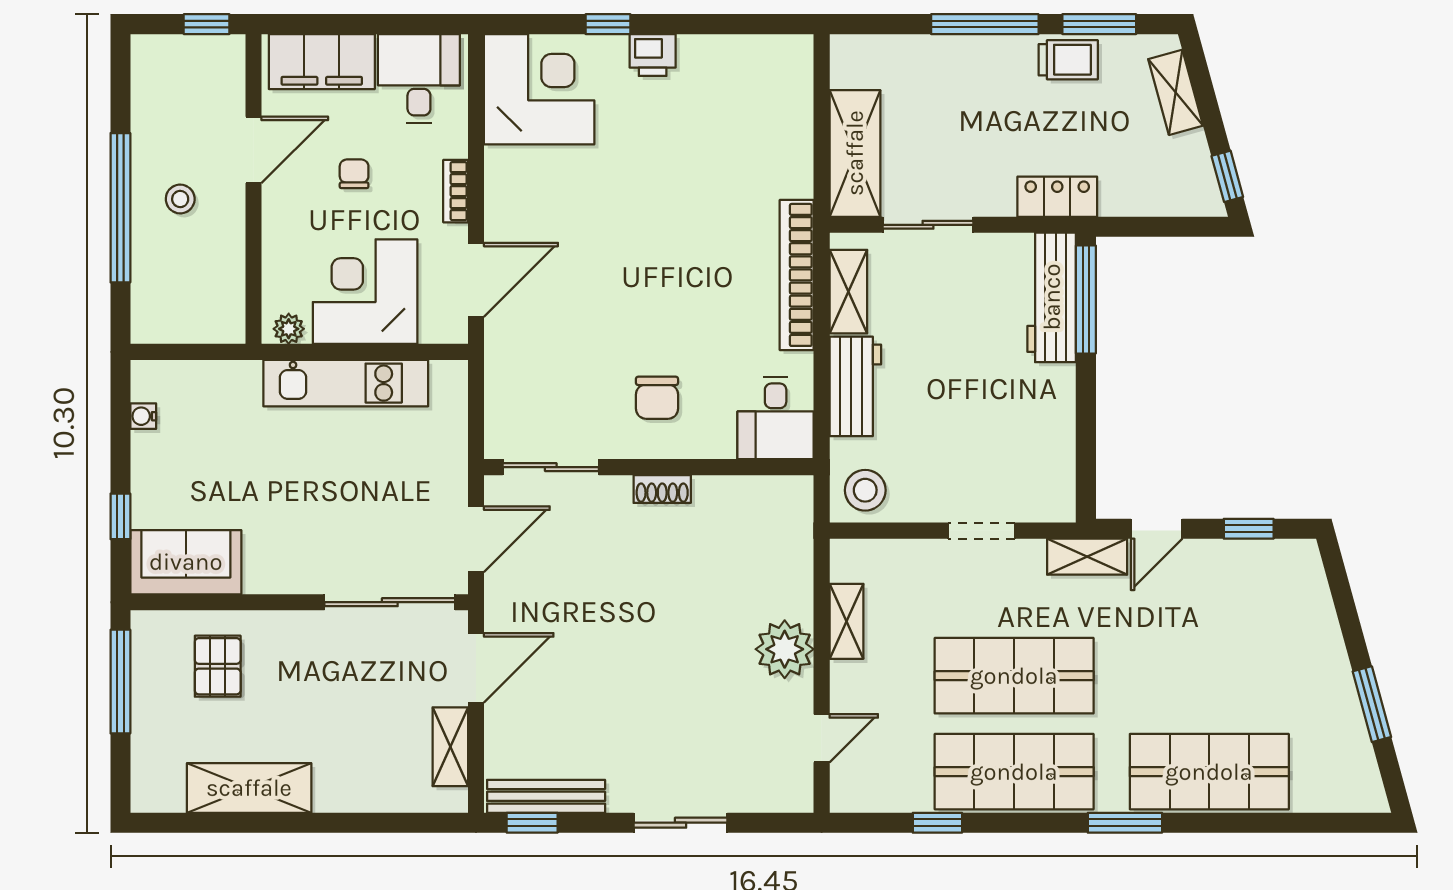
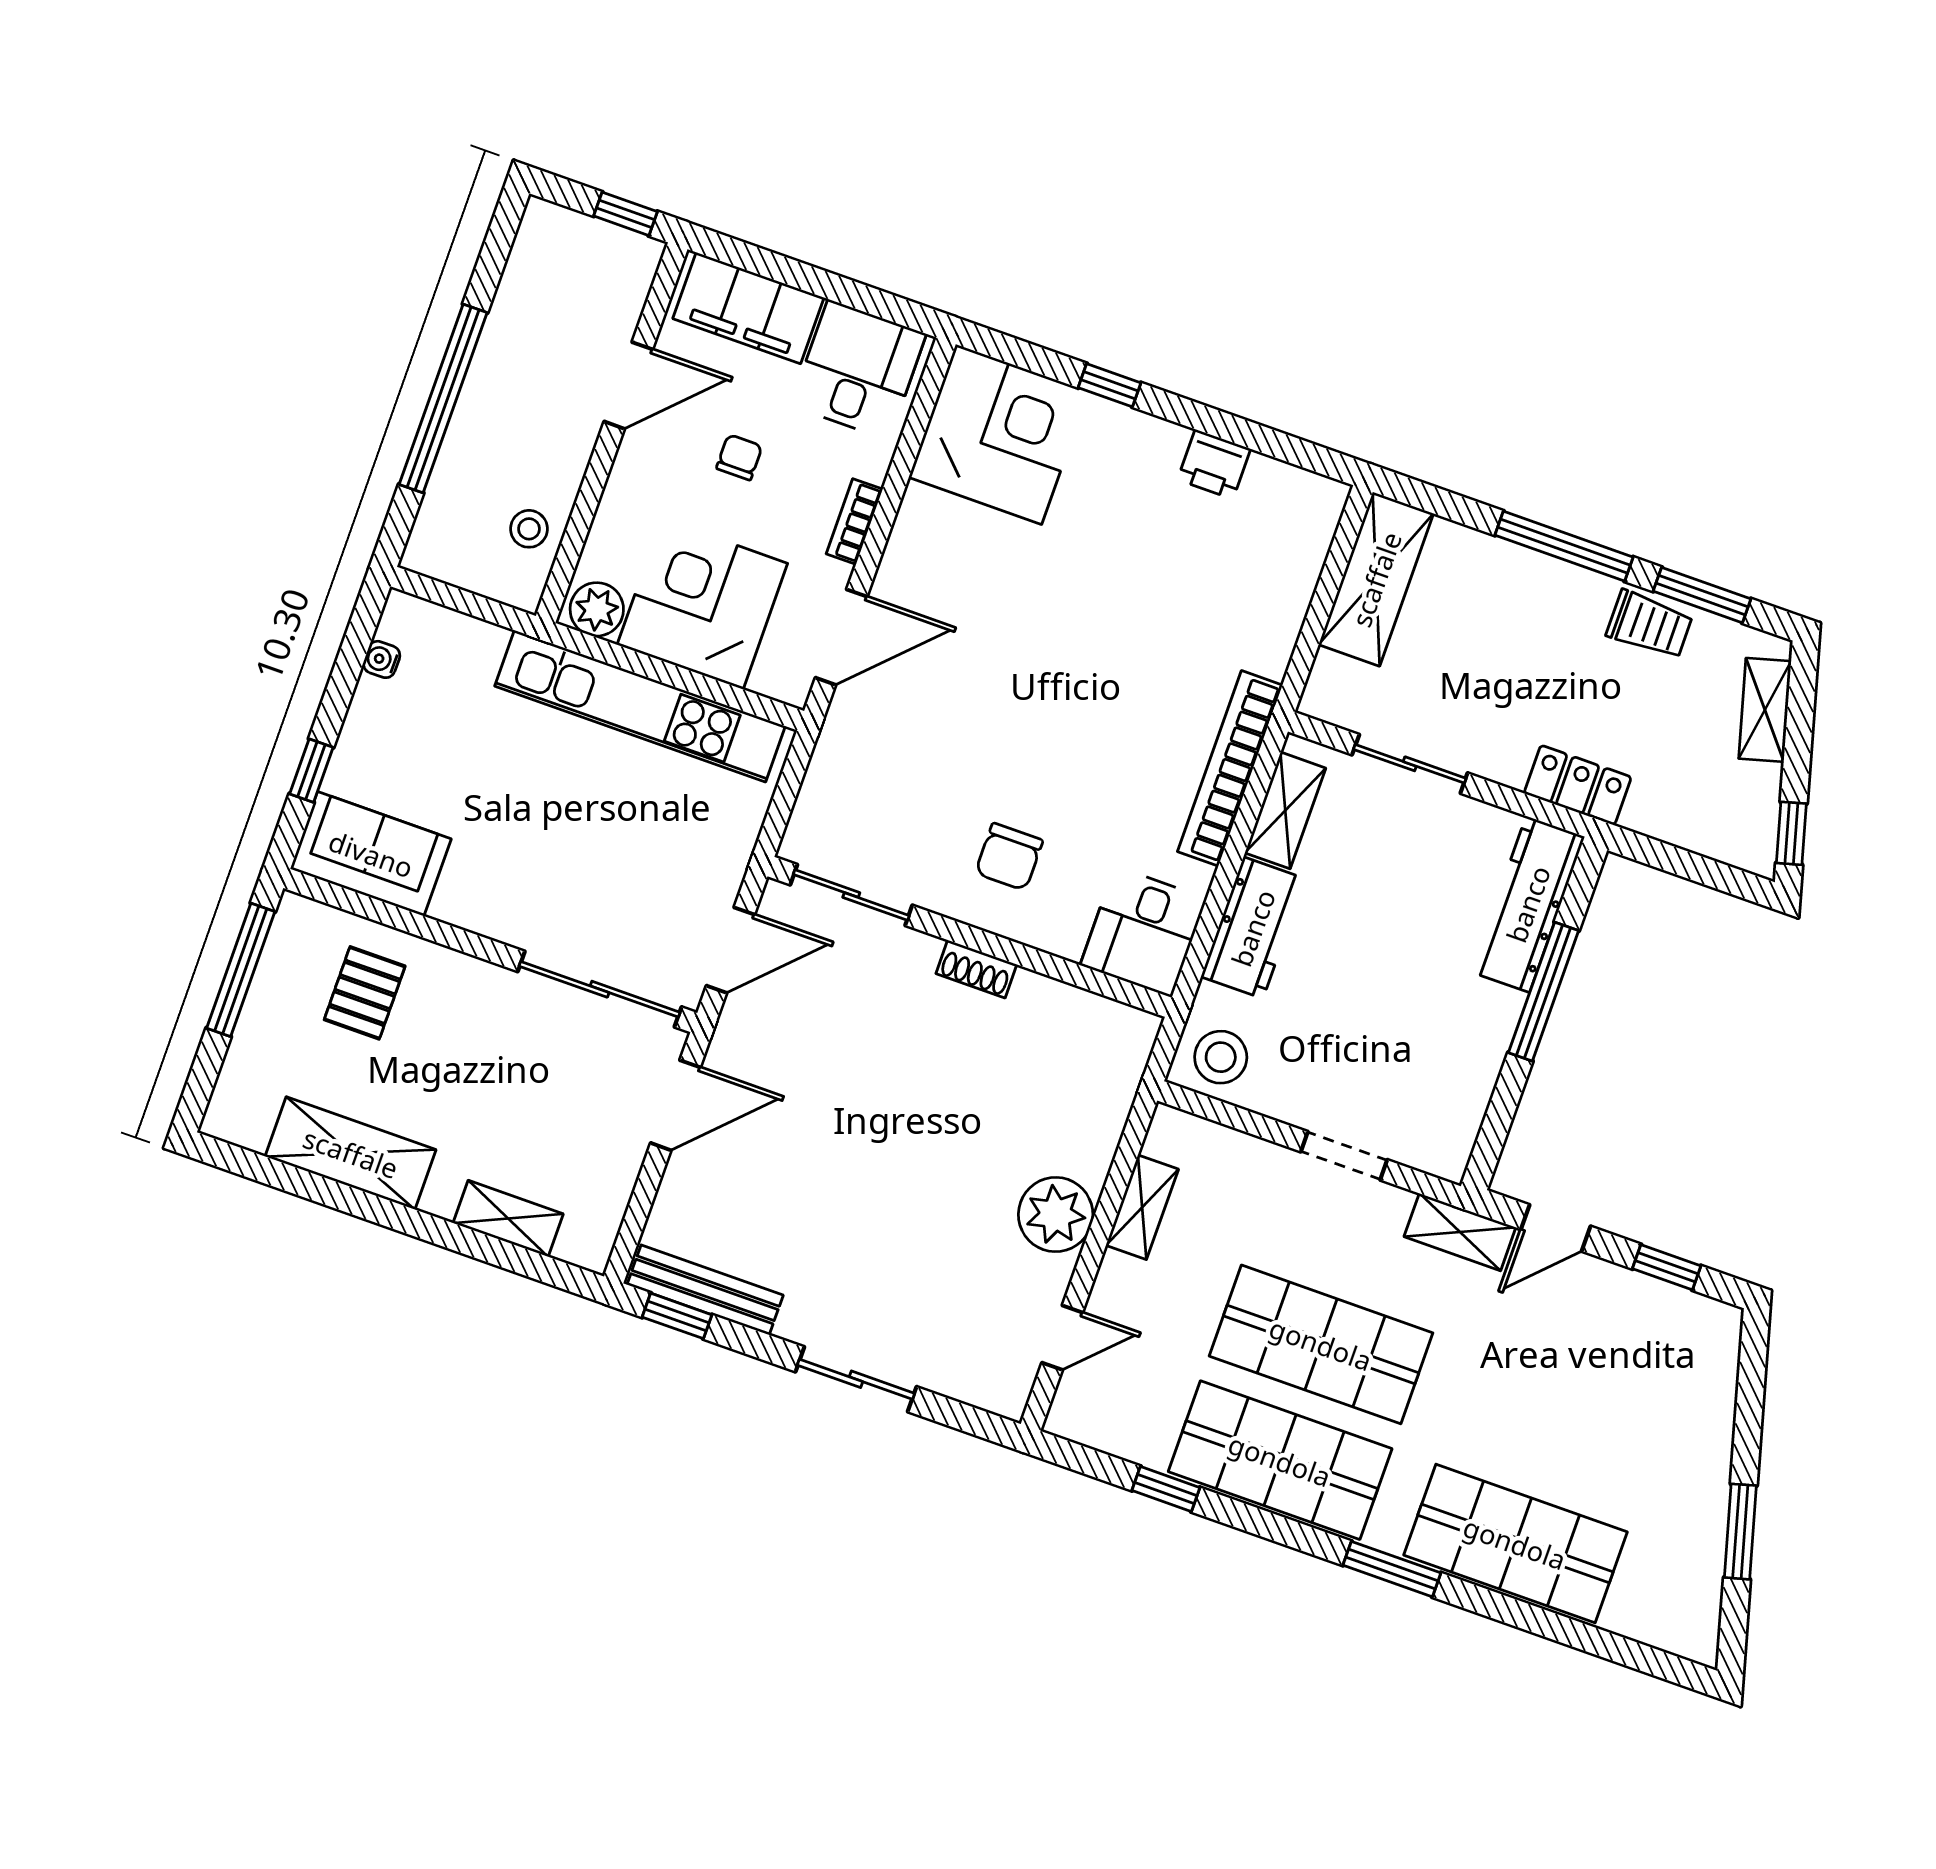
printer: (653, 55) -> (1214, 464), moved
shelving: (855, 153) -> (1376, 579), moved
stool: (180, 199) -> (529, 529), moved
window: (1086, 300) -> (1543, 992), moved
plant: (289, 329) -> (597, 609), width x1.38, depth x1.38
kitchen unit: (346, 383) -> (640, 706), width x1.36
shelving: (450, 747) -> (508, 1219), moved, turned 90

